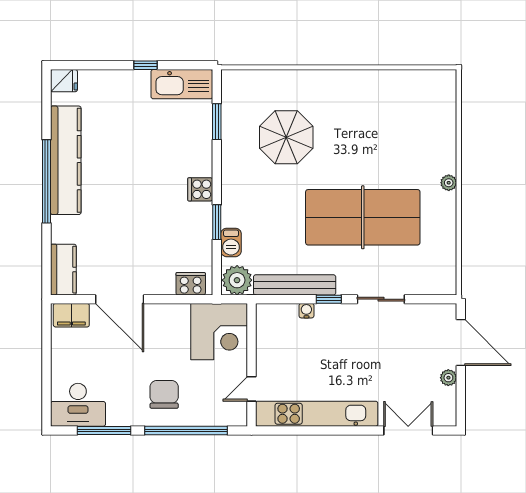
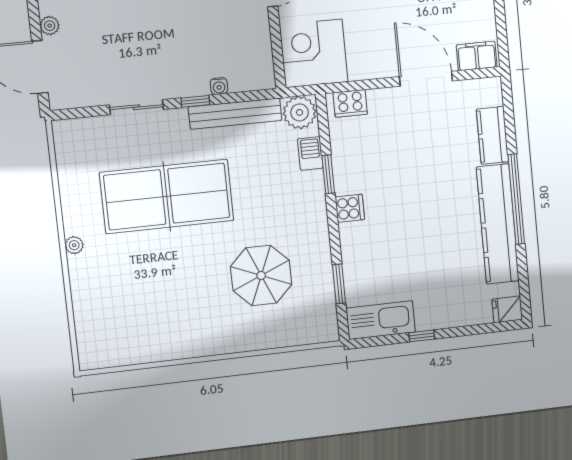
kitchen counter: (63, 270) -> (492, 135), moved

